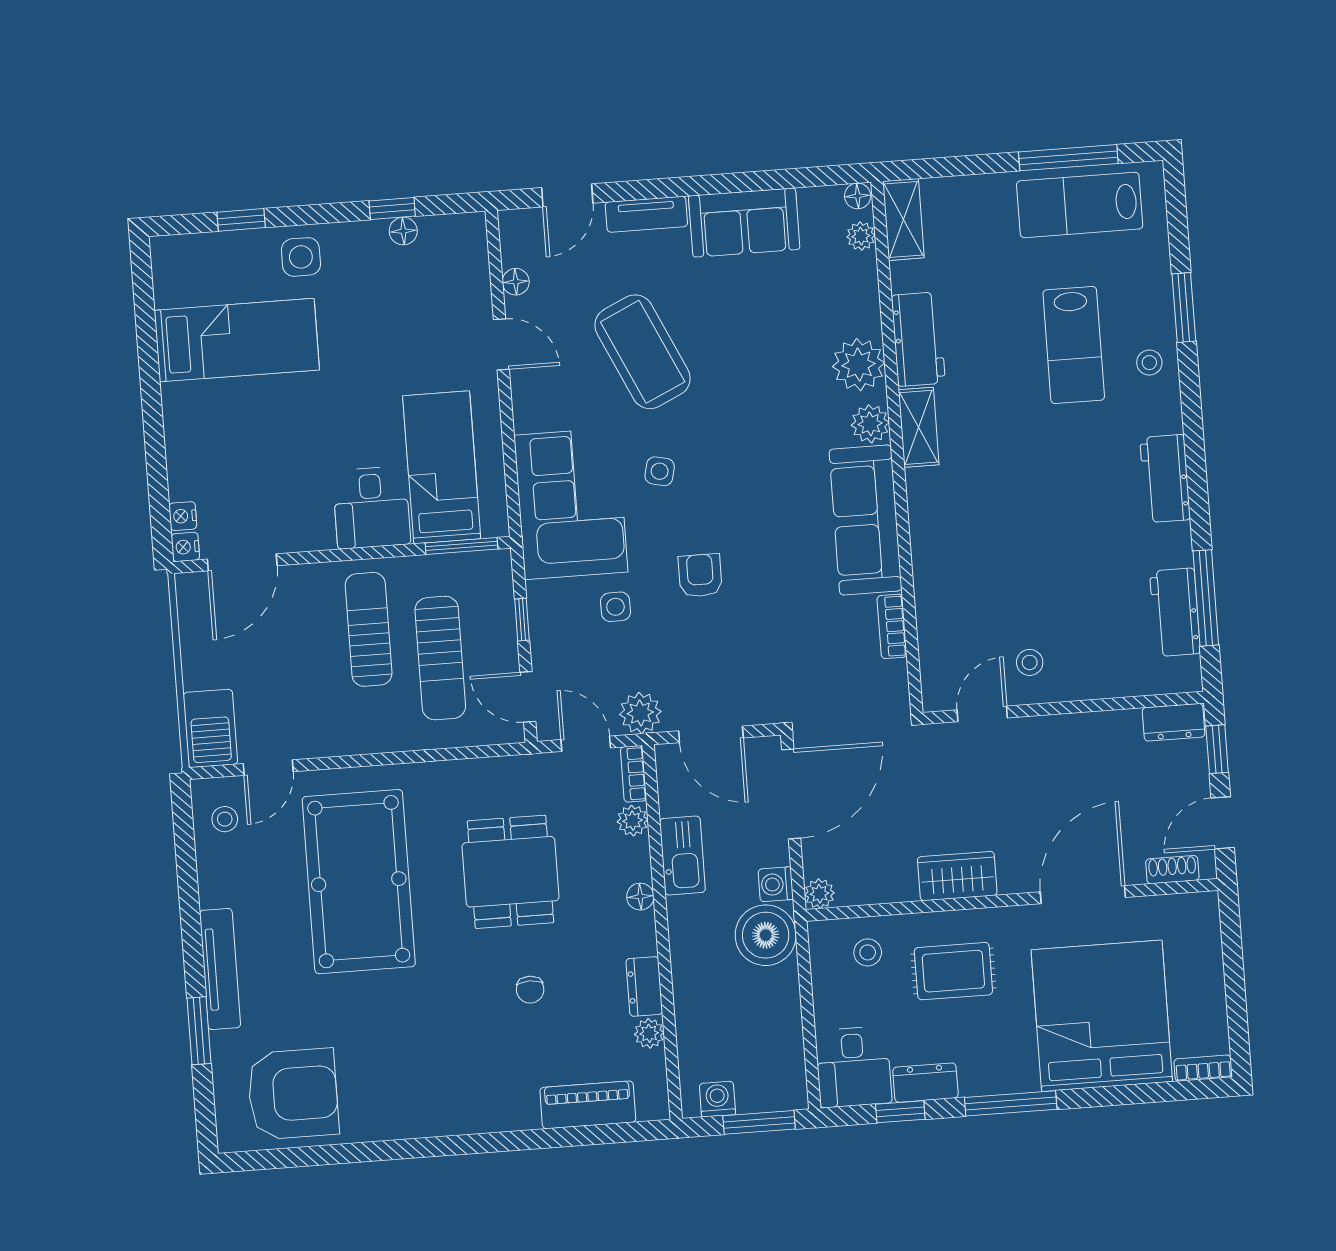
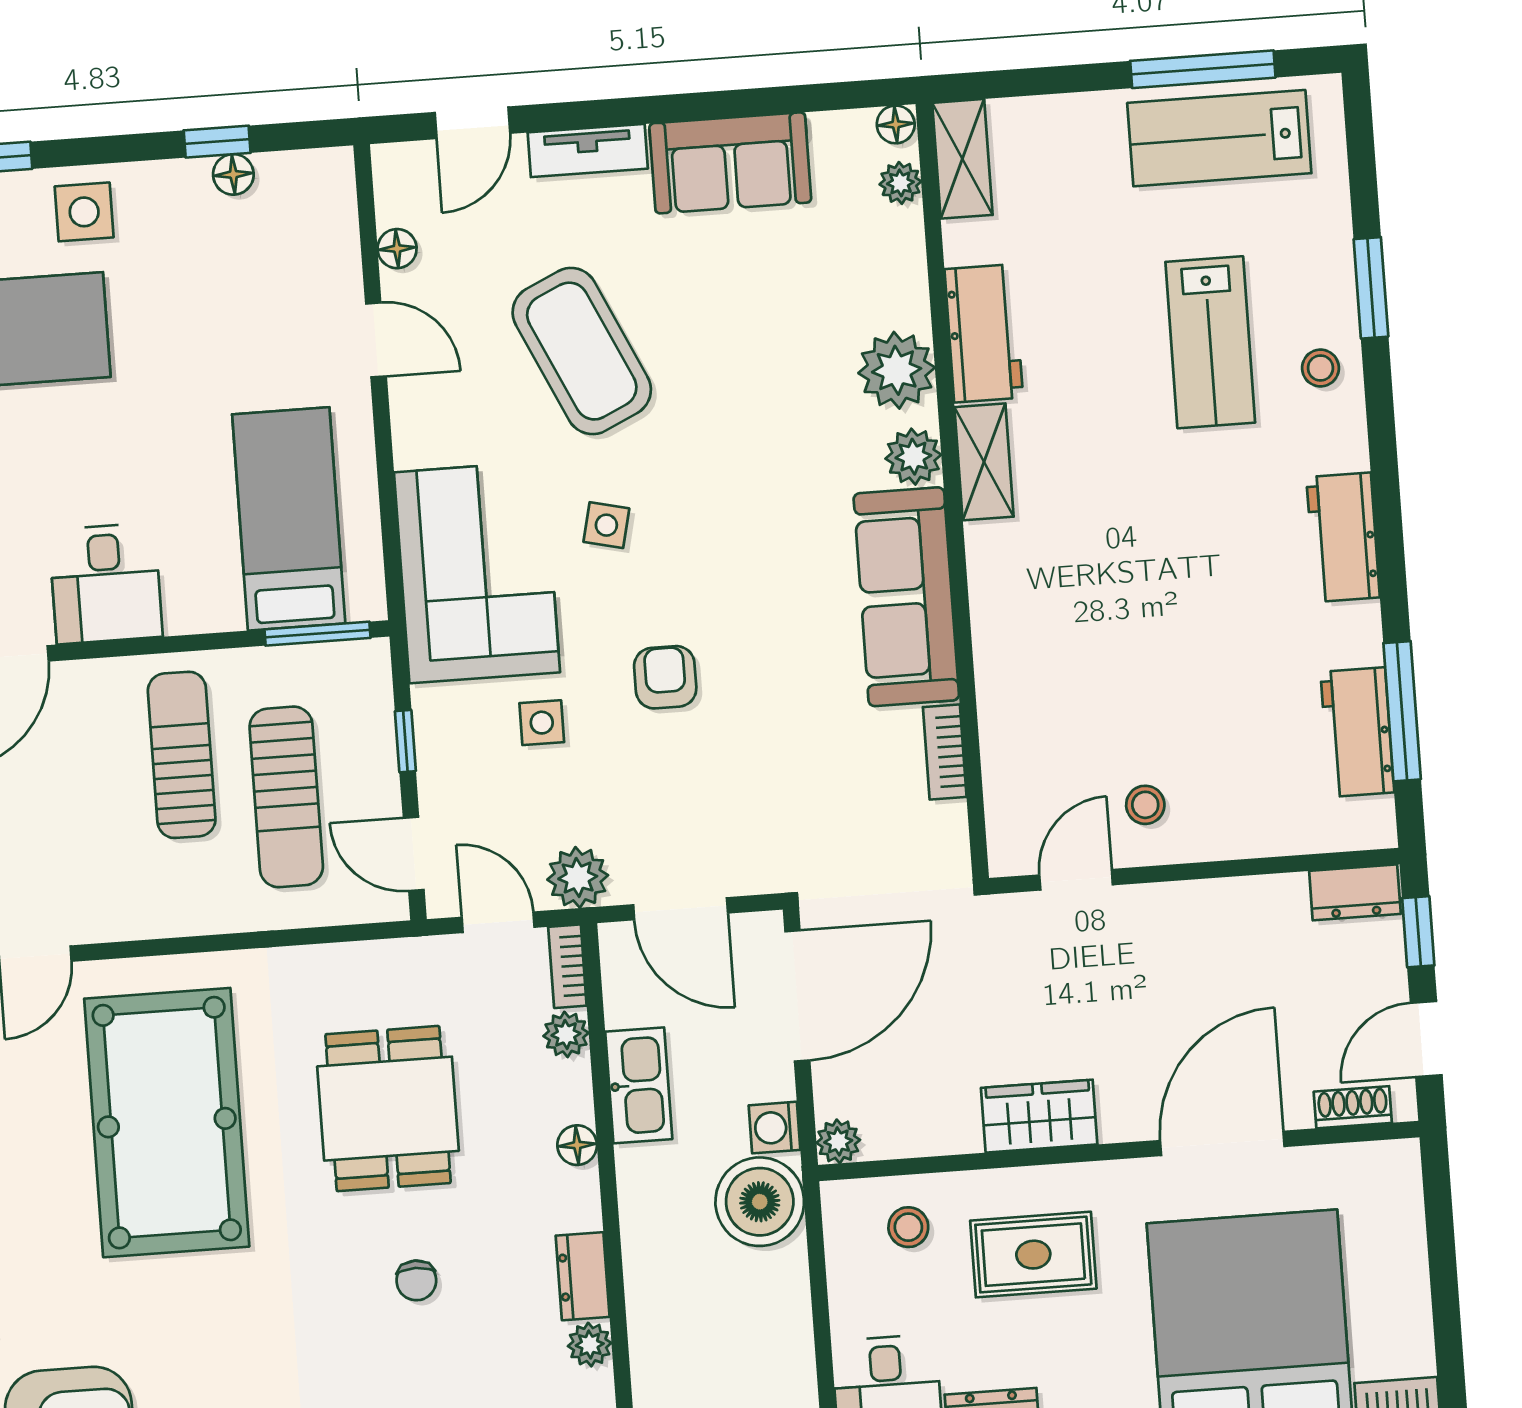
desk: (372, 508) -> (106, 583), moved

